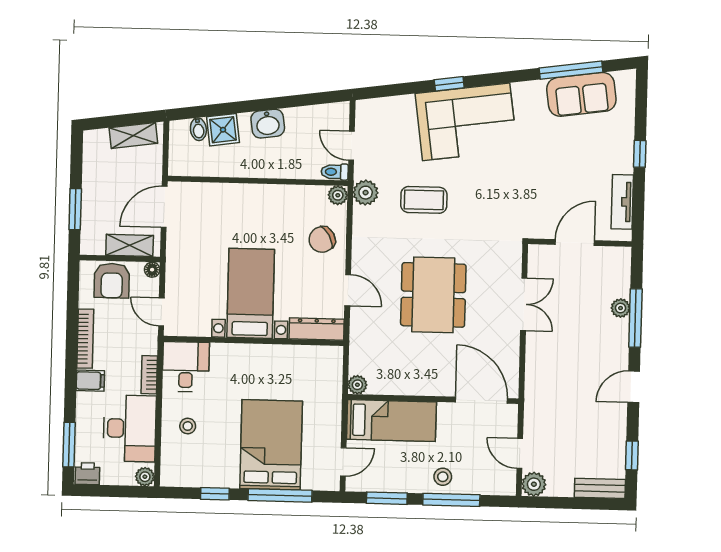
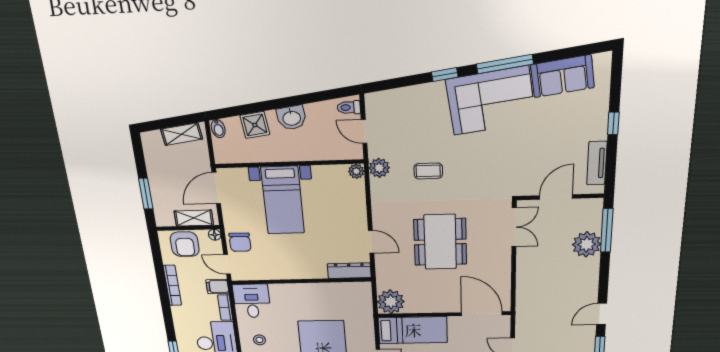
window: (571, 70) -> (505, 64), moved
corner sofa: (466, 122) -> (491, 101), moved
bidet: (198, 129) -> (218, 129), moved
toilet: (335, 172) -> (349, 107), moved
coffee table: (424, 200) -> (428, 171), width x0.73, depth x0.77
chair: (322, 239) -> (240, 242), moved, turned -60
bed with nightstands: (251, 293) -> (283, 200), moved, turned 180
double door: (524, 304) -> (514, 227), moved
plant: (621, 308) -> (587, 244), width x1.88, depth x1.88
window: (635, 318) -> (607, 230), moved
filing cabinet: (90, 381) -> (217, 287), moved, turned 180
plant: (357, 385) -> (391, 302), width x1.87, depth x1.87
door: (634, 387) -> (602, 314), moved

